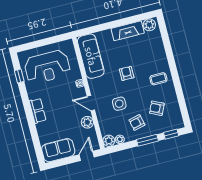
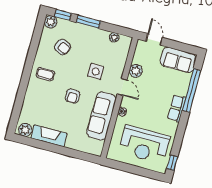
sofa: (91, 56) -> (101, 116), moved
reception desk: (47, 67) -> (144, 144), turned 180
window: (19, 76) -> (172, 163), moved
armchair: (137, 122) -> (89, 44), removed
window: (34, 132) -> (192, 90), added
plant: (109, 141) -> (51, 22), moved
door: (87, 156) -> (154, 39), swing flipped

